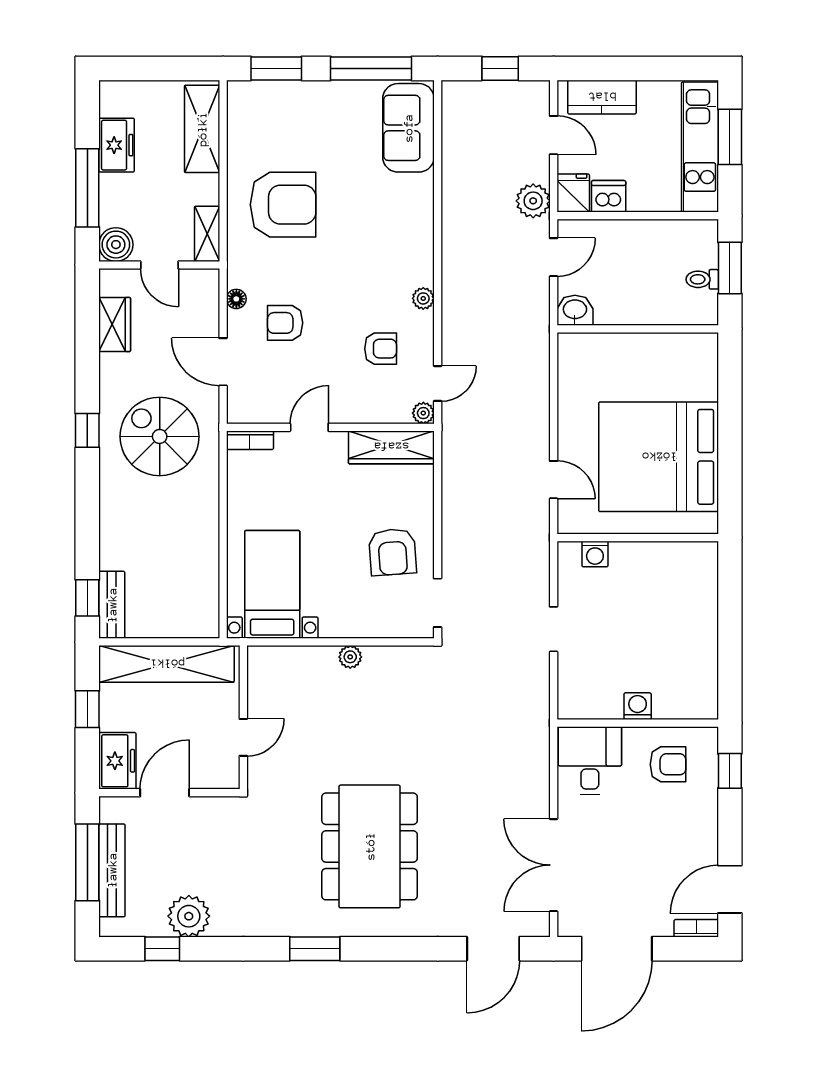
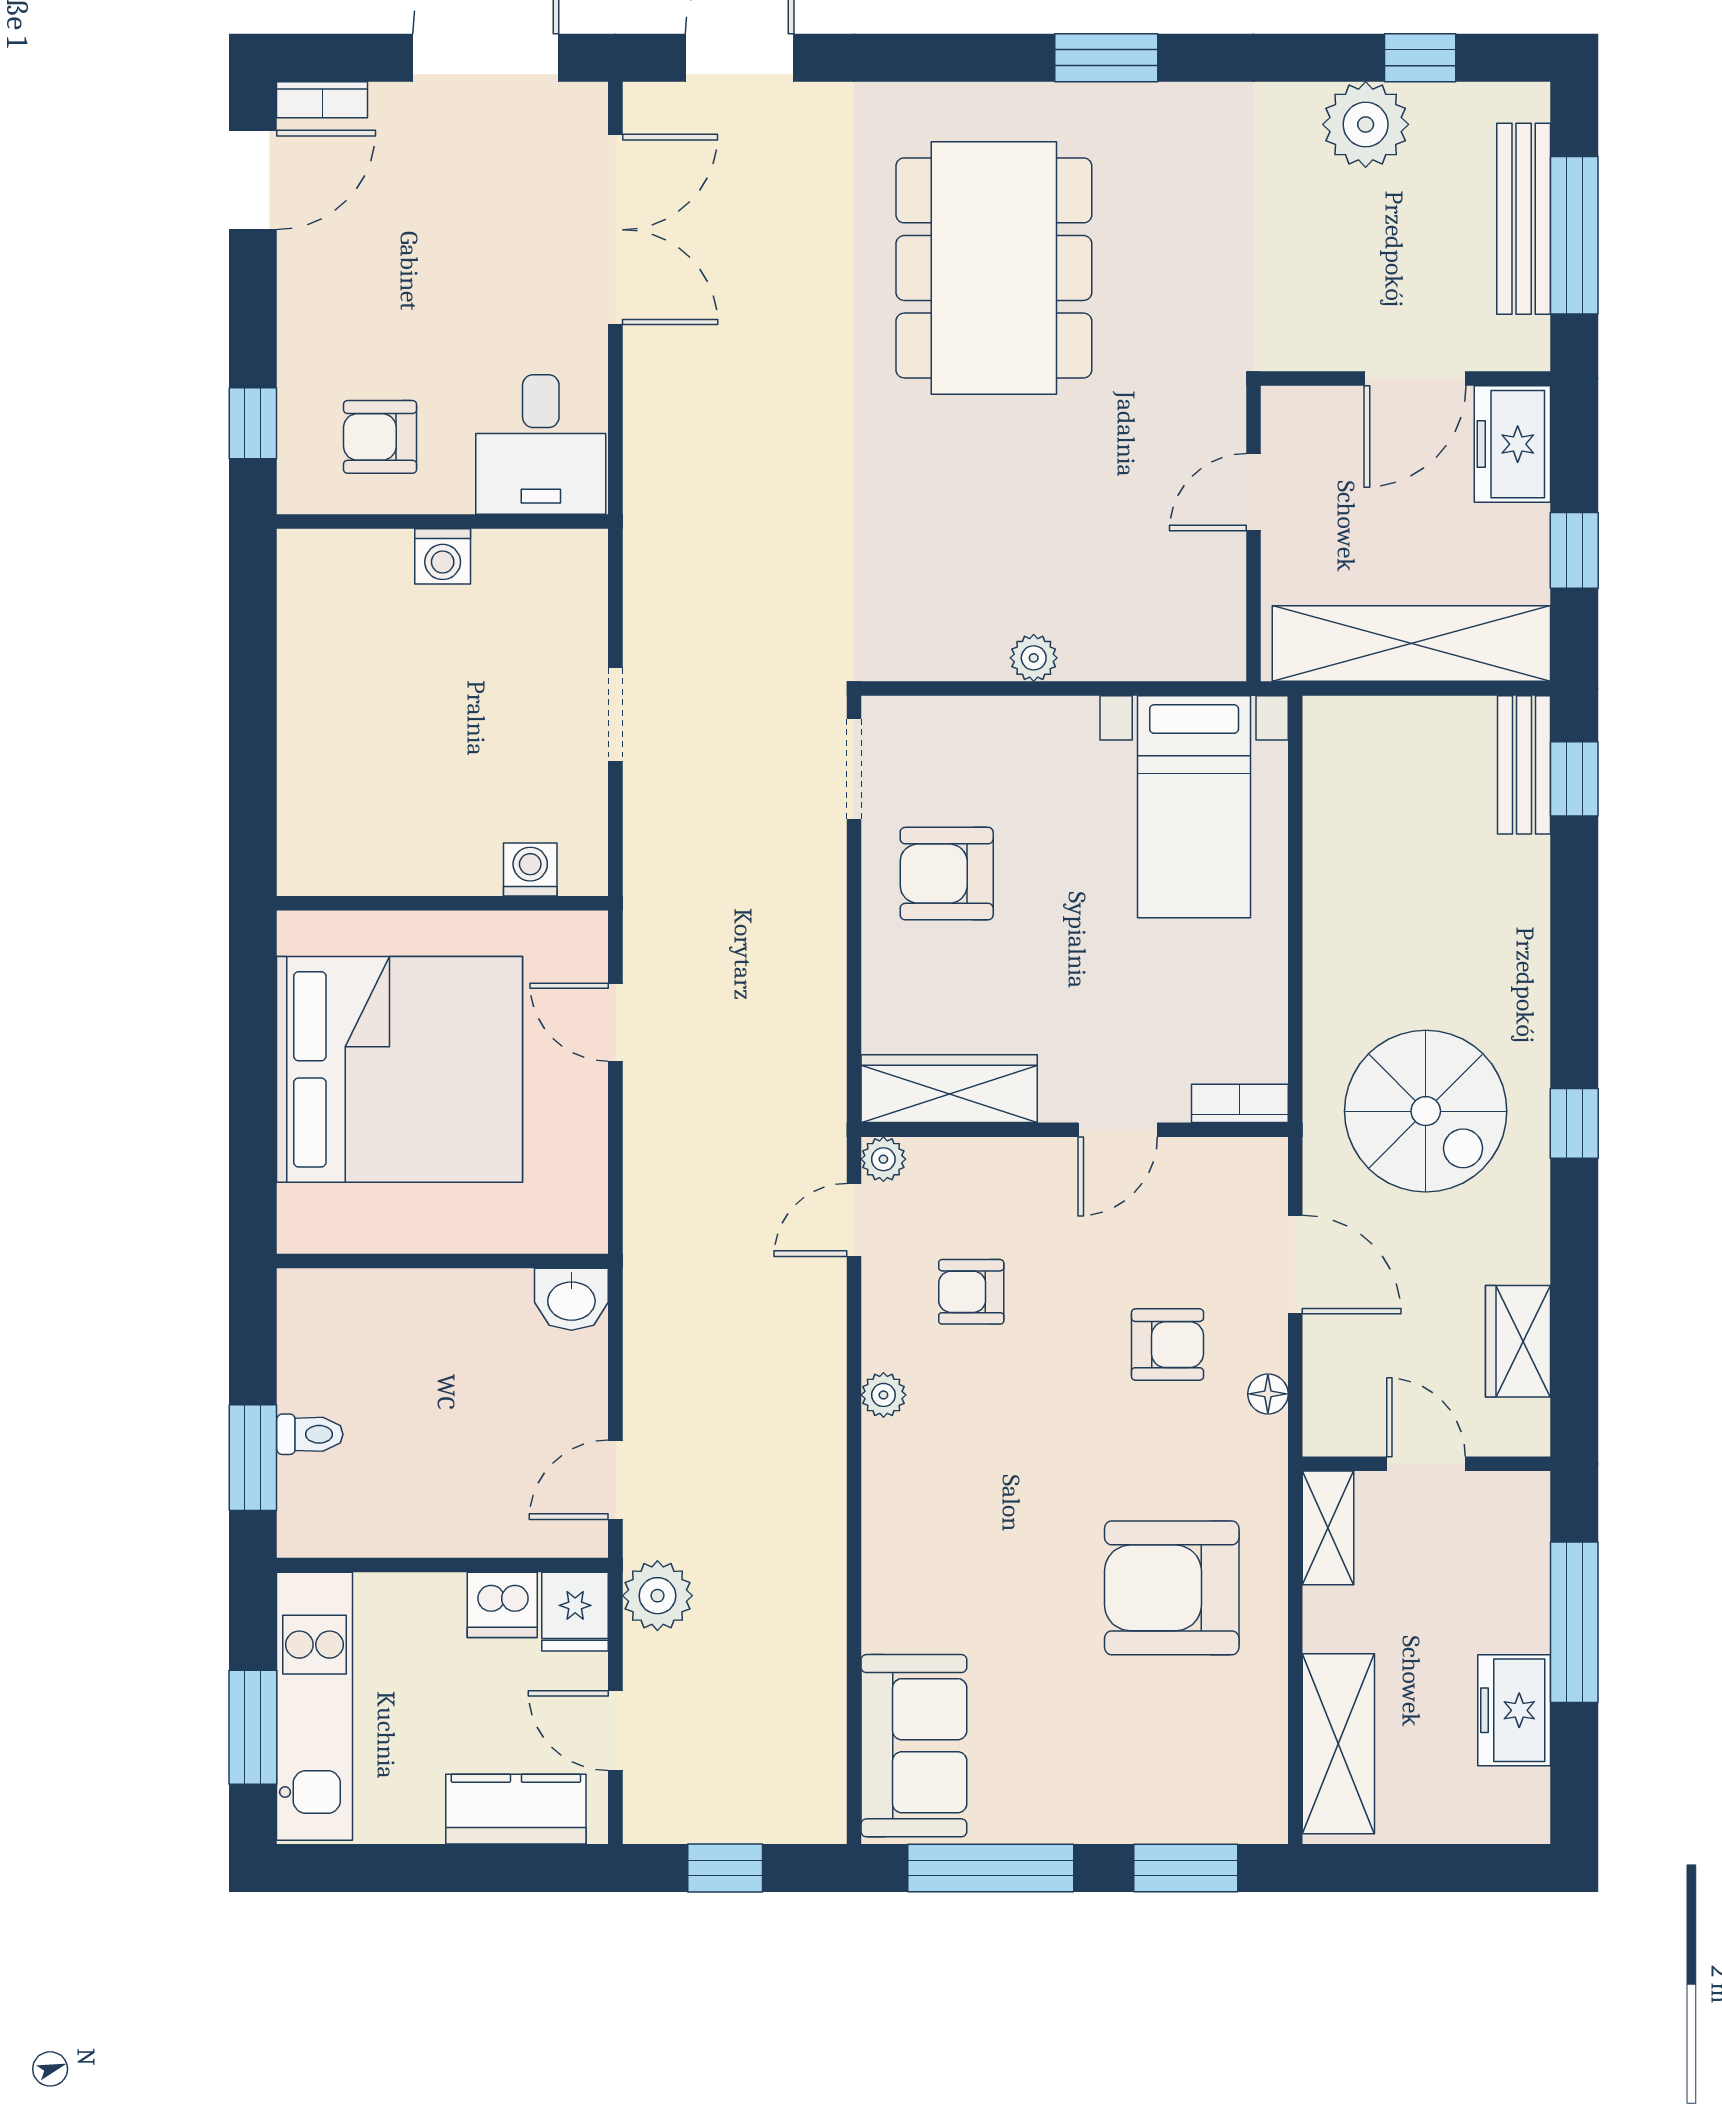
boiler: (116, 245) -> (1516, 1506), removed
washbasin: (575, 310) -> (571, 1299), moved
wall: (638, 329) -> (442, 1261), moved
armchair: (393, 552) -> (947, 874), turned -86

